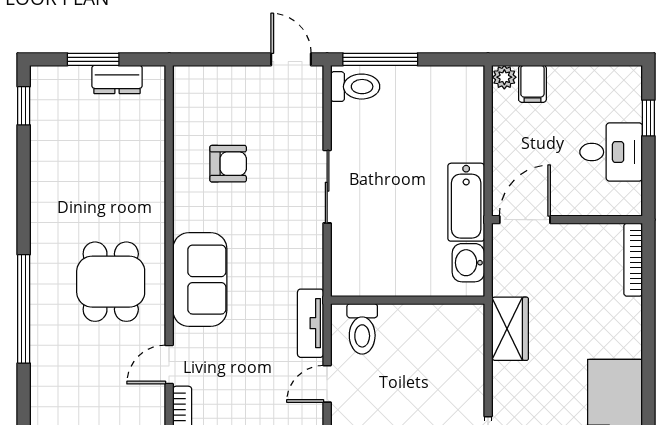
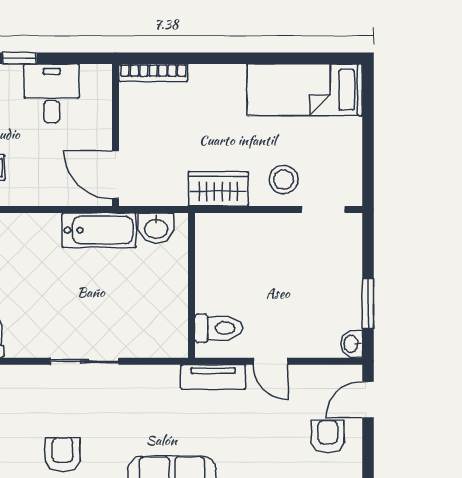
stool: (520, 398) -> (284, 180), added

